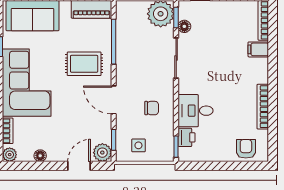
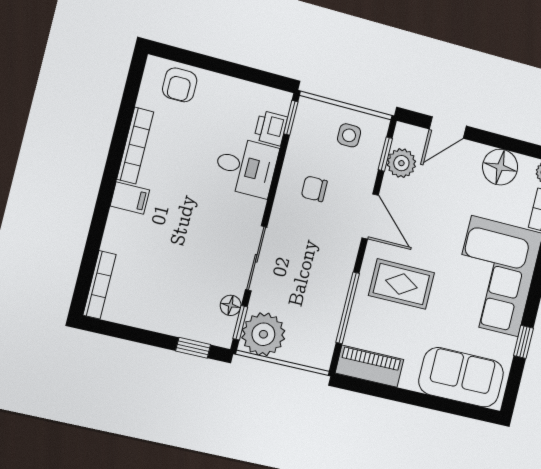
filing cabinet: (258, 49) -> (130, 198), moved
plant: (102, 153) -> (401, 163), moved
floor lamp: (40, 156) -> (500, 167), width x1.89, depth x1.89

